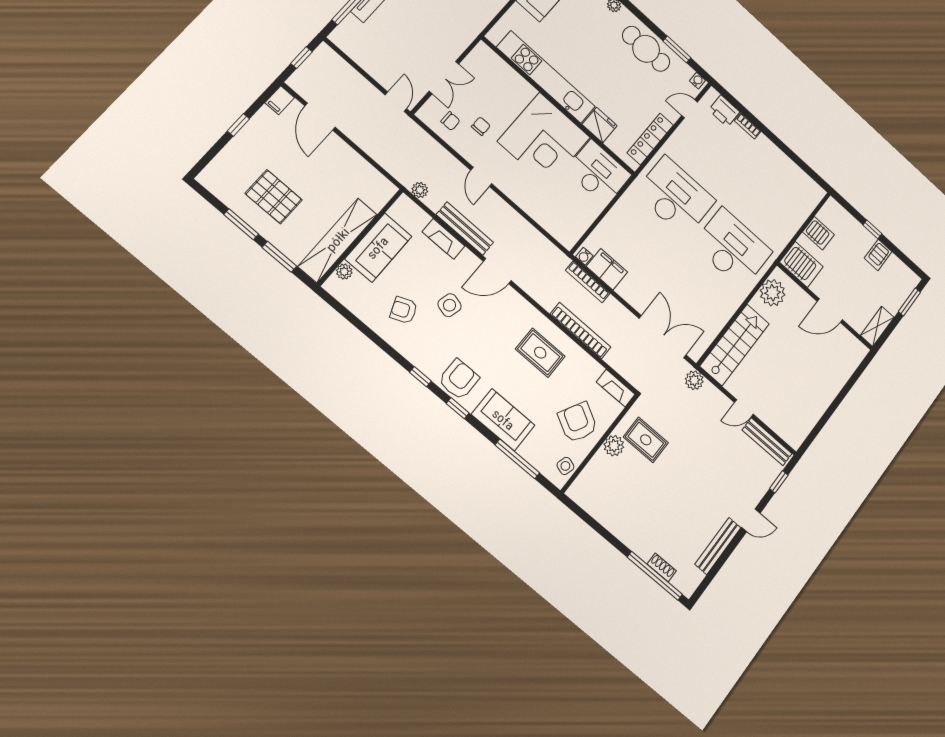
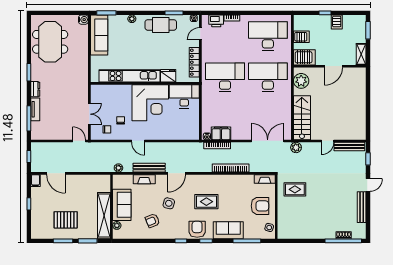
desk: (776, 193) -> (268, 36), added
rug: (540, 353) -> (206, 202), moved
armchair: (578, 422) -> (260, 206), turned 152
plant: (614, 446) -> (283, 203), removed

